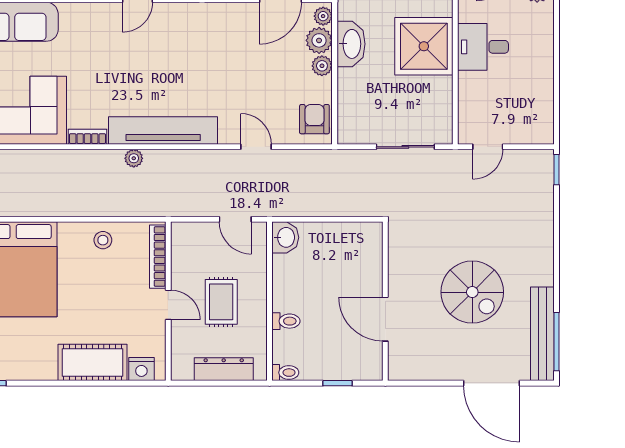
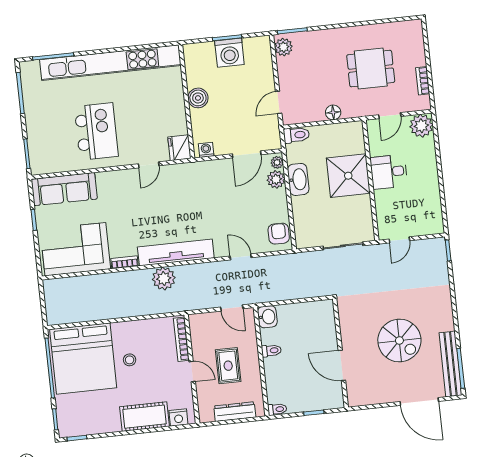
plant: (322, 66) -> (280, 197), removed
plant: (134, 158) -> (164, 278), width x1.88, depth x1.88
stool: (103, 240) -> (130, 360), moved
toilet: (286, 321) -> (271, 351), moved

